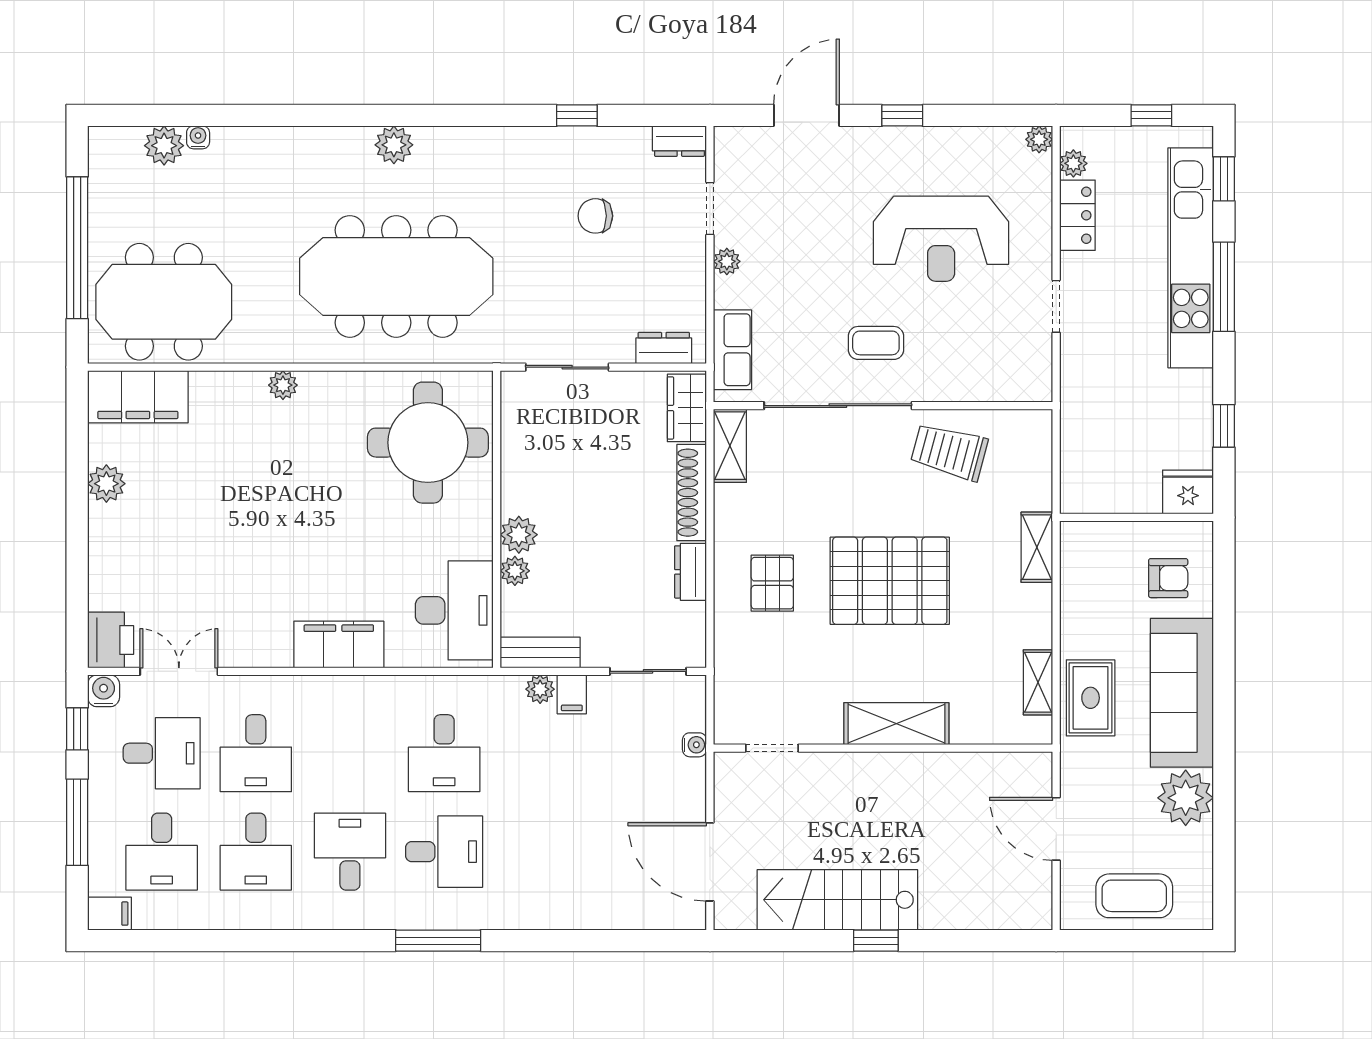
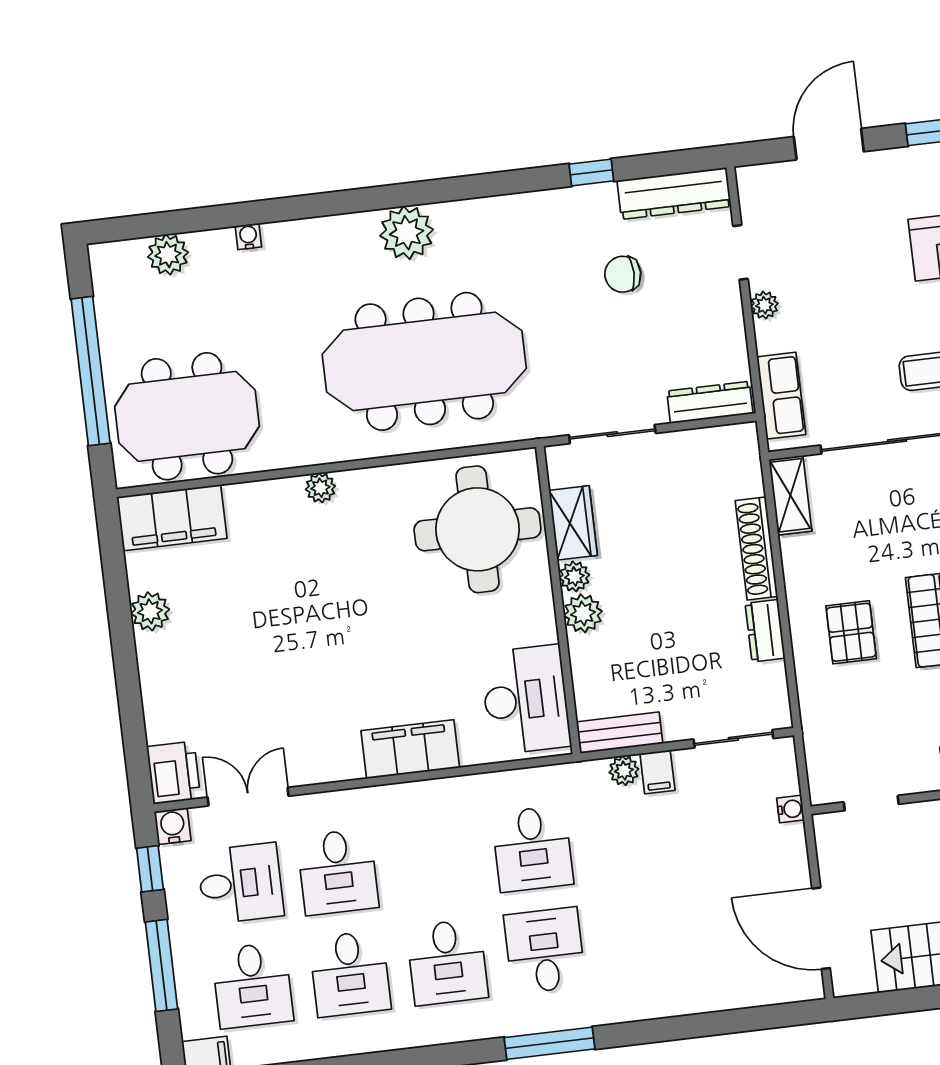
water cooler: (198, 137) -> (248, 236), moved
dresser: (679, 141) -> (674, 193), width x1.96, depth x1.24
plant: (394, 145) -> (407, 233), width x1.36, depth x1.36
dresser: (664, 348) -> (710, 402), width x1.44
wardrobe: (687, 408) -> (573, 523), moved, turned 180
plant: (515, 571) -> (574, 576), moved
desk: (350, 852) -> (447, 962), turned 180
desk: (444, 852) -> (545, 950), turned -90

